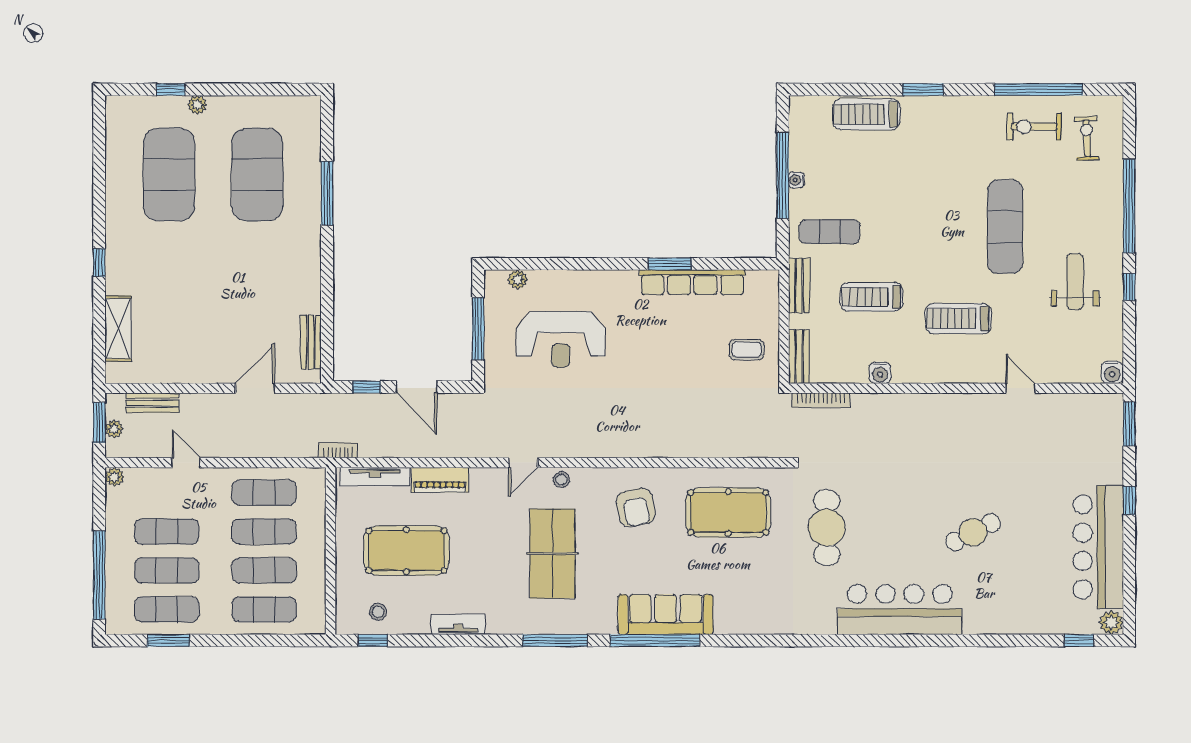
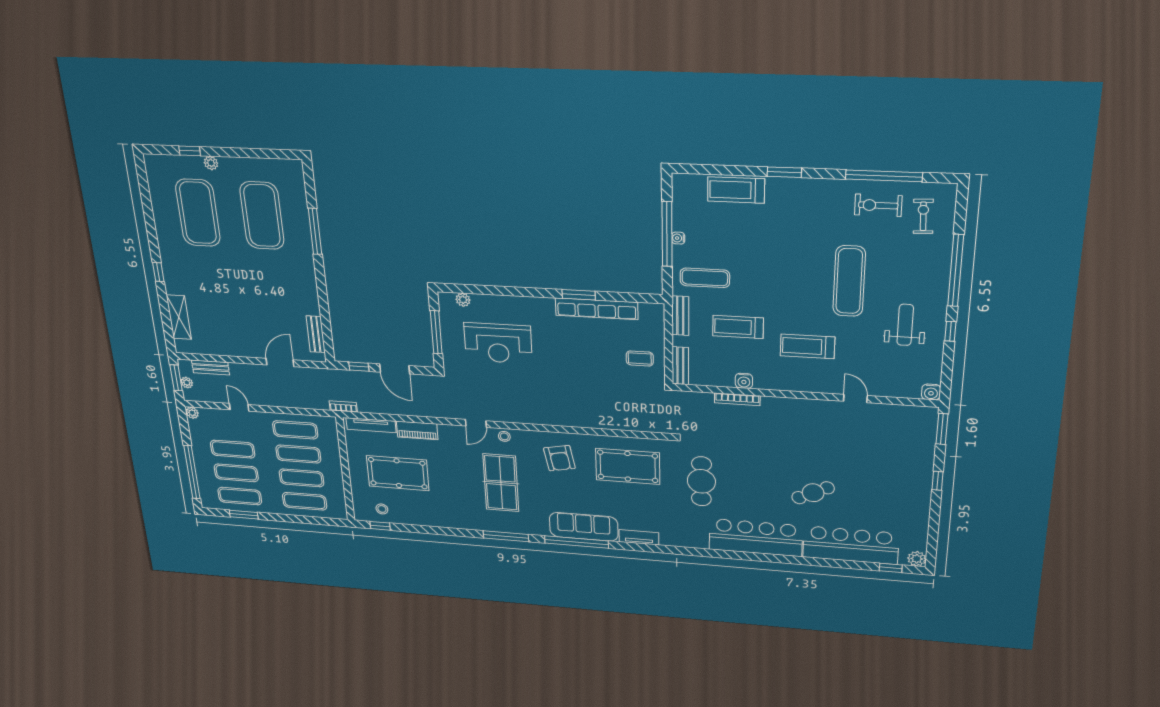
bookcase: (821, 400) -> (737, 399), moved
bar counter: (1098, 547) -> (851, 545), moved, turned 90
tv unit: (458, 624) -> (639, 537), moved

